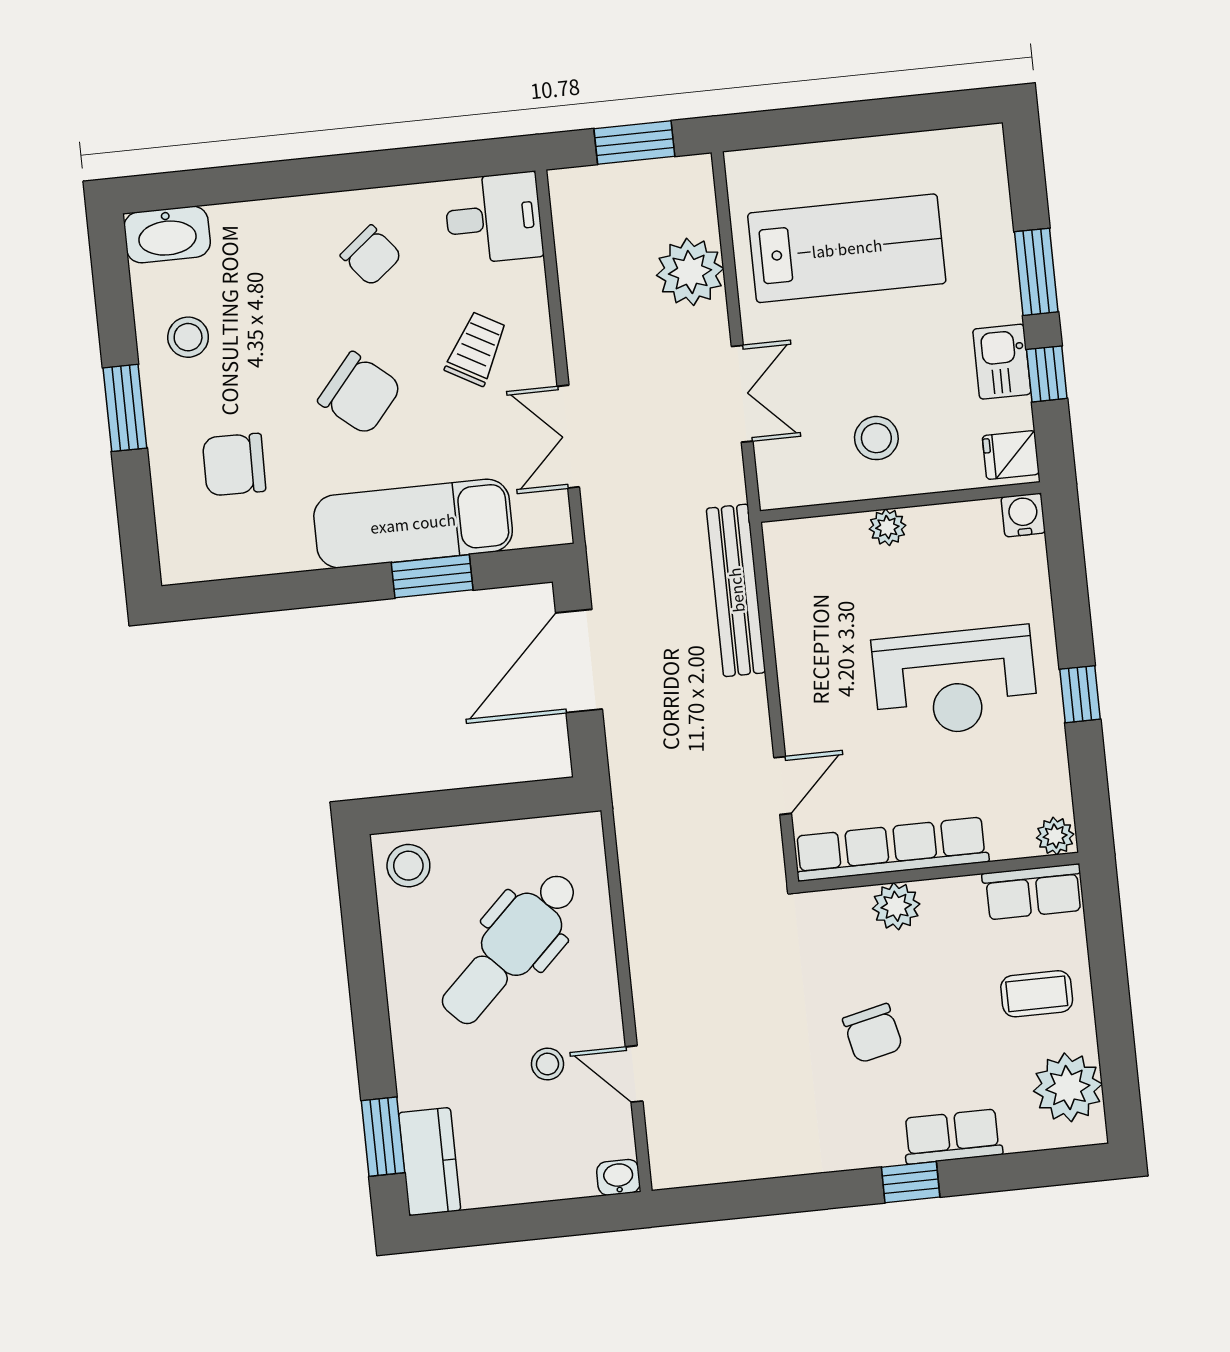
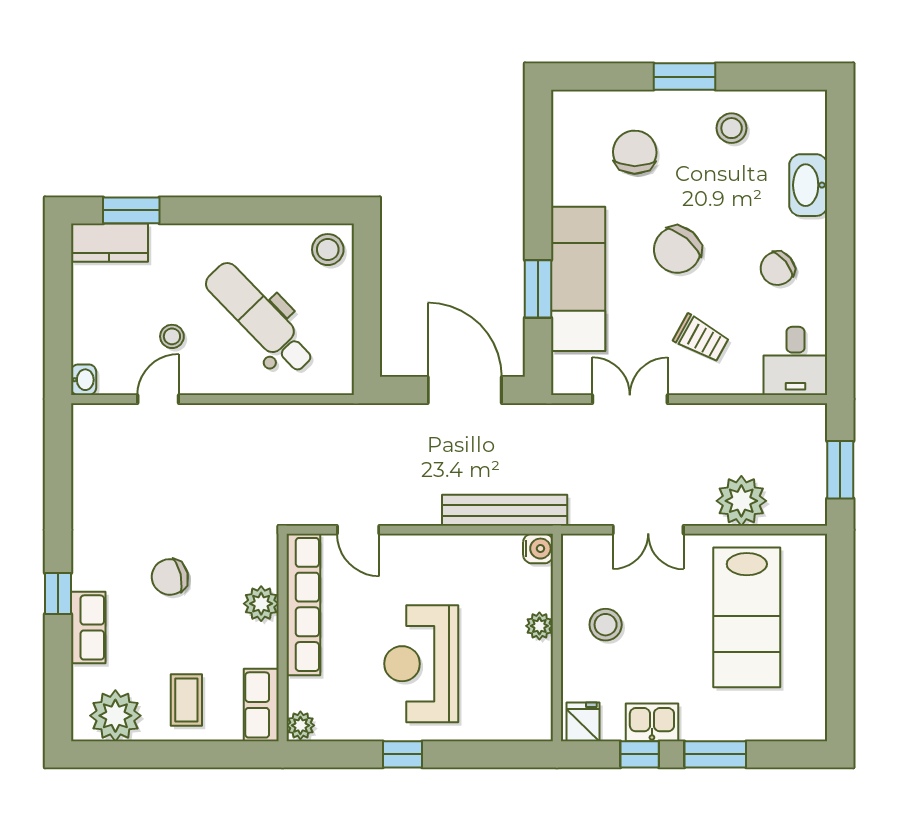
washbasin: (167, 234) -> (808, 185), moved
water cooler: (1023, 515) -> (538, 549), moved

